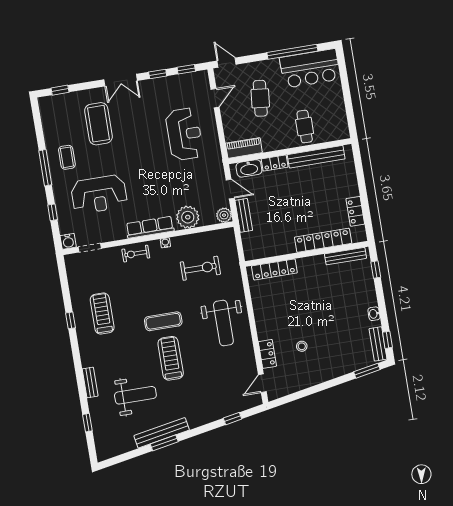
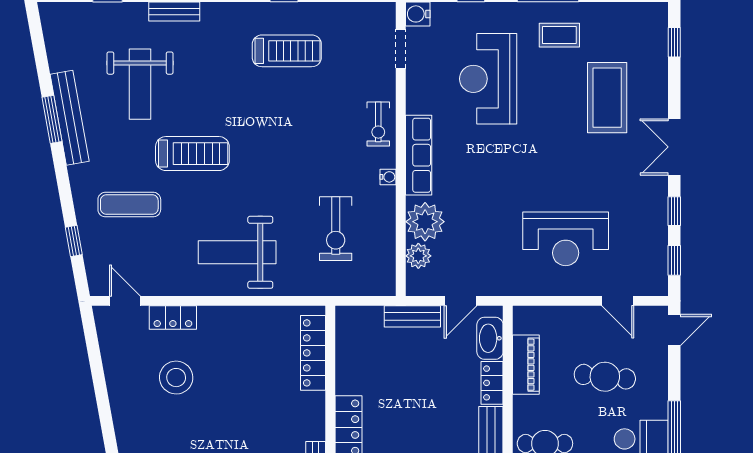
coffee table: (98, 124) -> (607, 98), turned 90
piano: (244, 148) -> (526, 365), moved
plant: (224, 215) -> (418, 256), moved
exercise bike: (136, 254) -> (378, 124), turned 180
exercise mat: (163, 321) -> (129, 205), moved, turned 90
stool: (302, 346) -> (176, 378), width x1.89, depth x1.89

